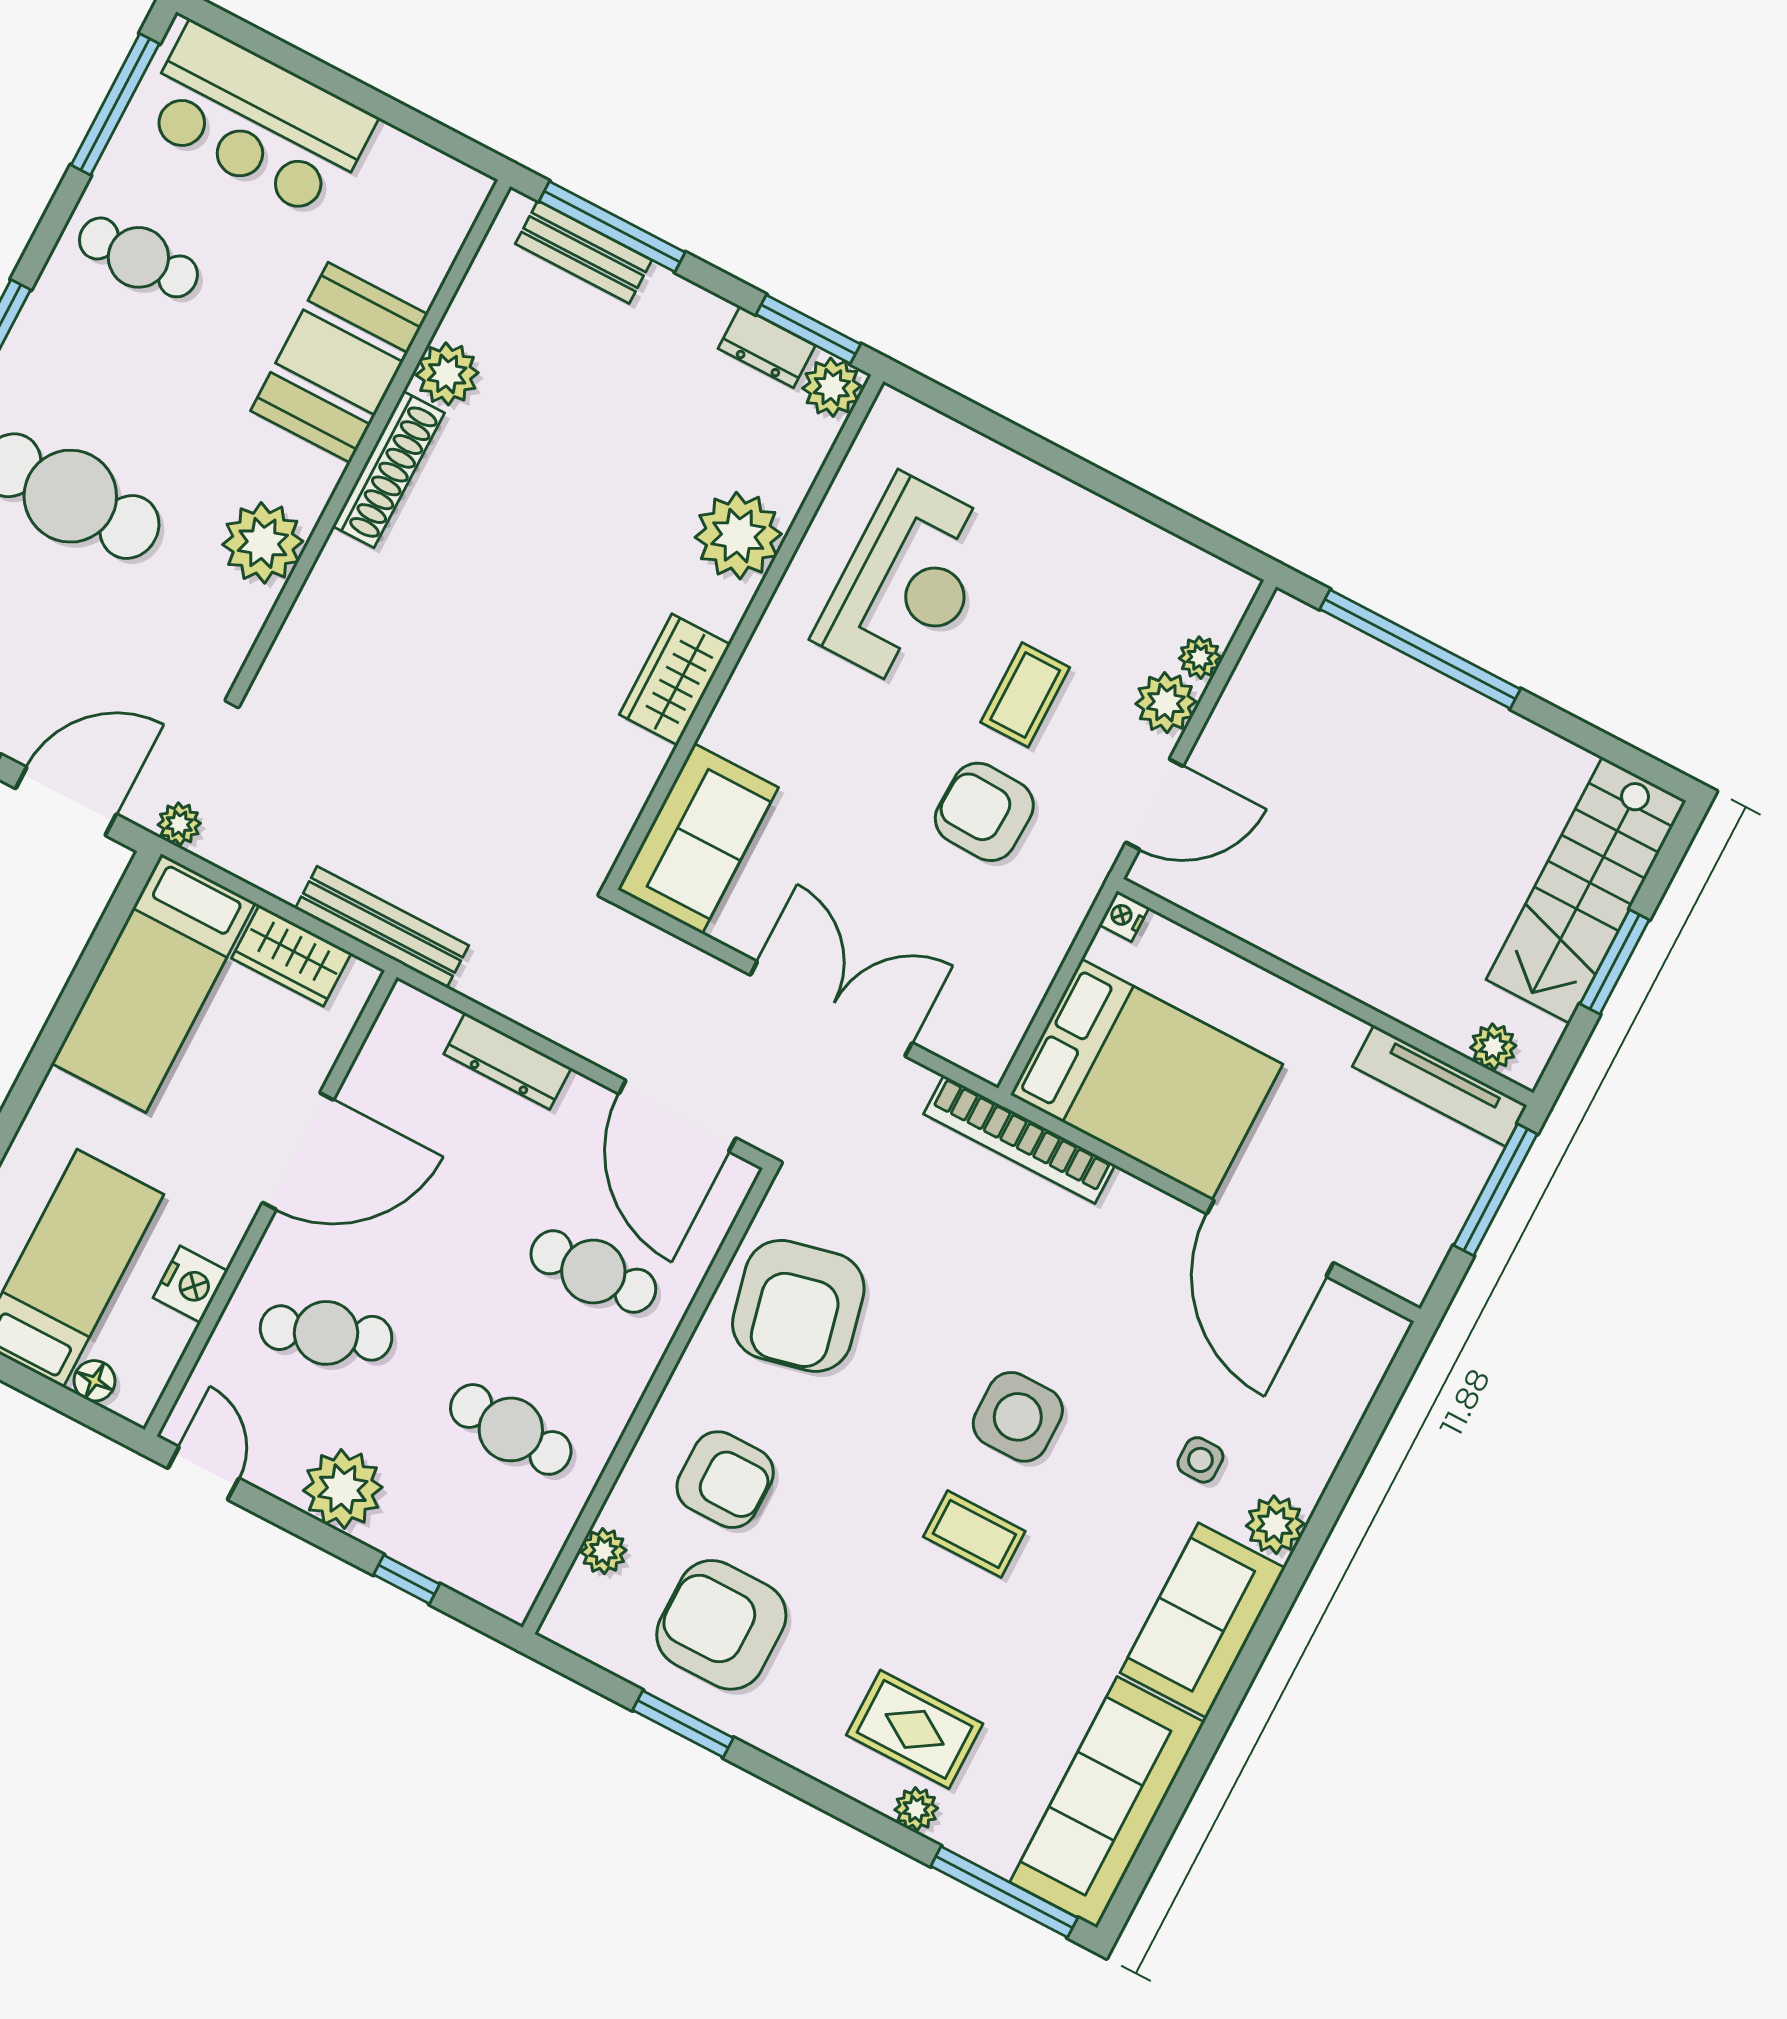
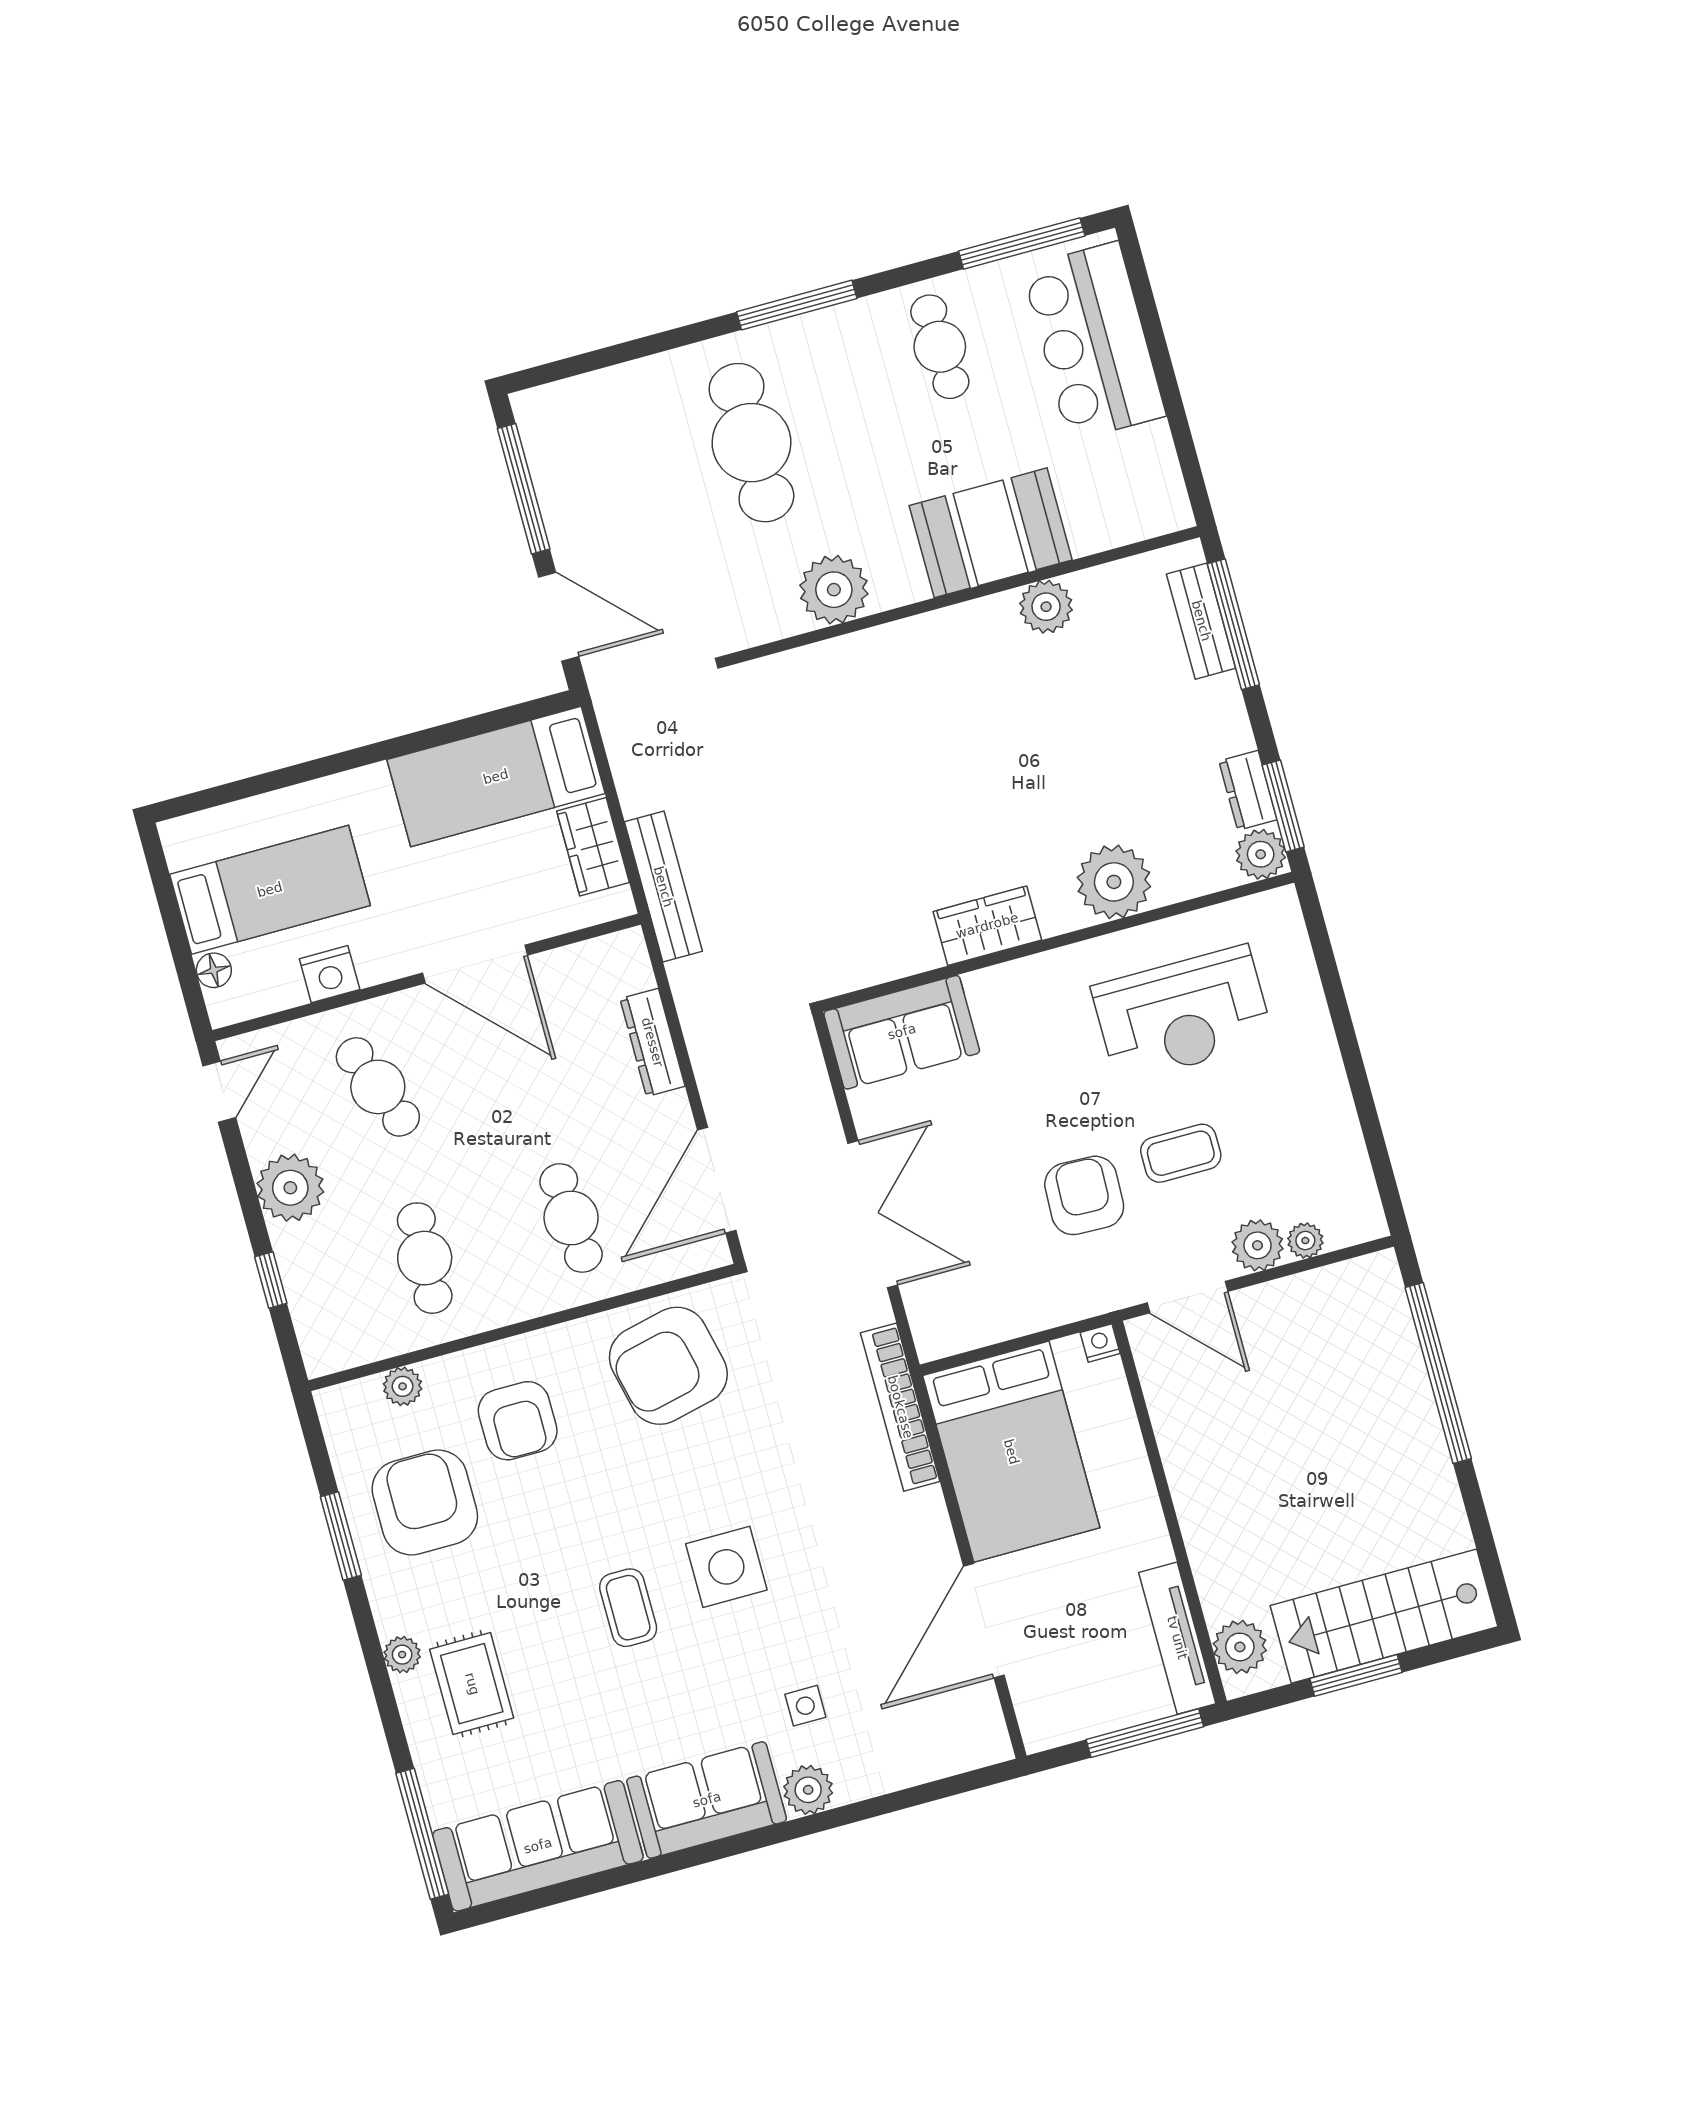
shoe rack: (388, 469) -> (952, 625), removed
plant: (179, 824) -> (610, 700), removed
plant: (1493, 1047) -> (1240, 1647), width x1.38, depth x1.38
plant: (916, 1809) -> (402, 1655), moved

